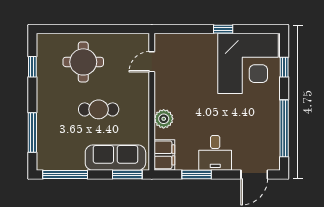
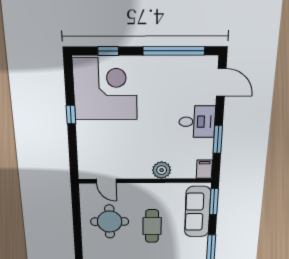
round table: (83, 62) -> (110, 222), moved
filing cabinet: (164, 155) -> (204, 169), width x0.50

